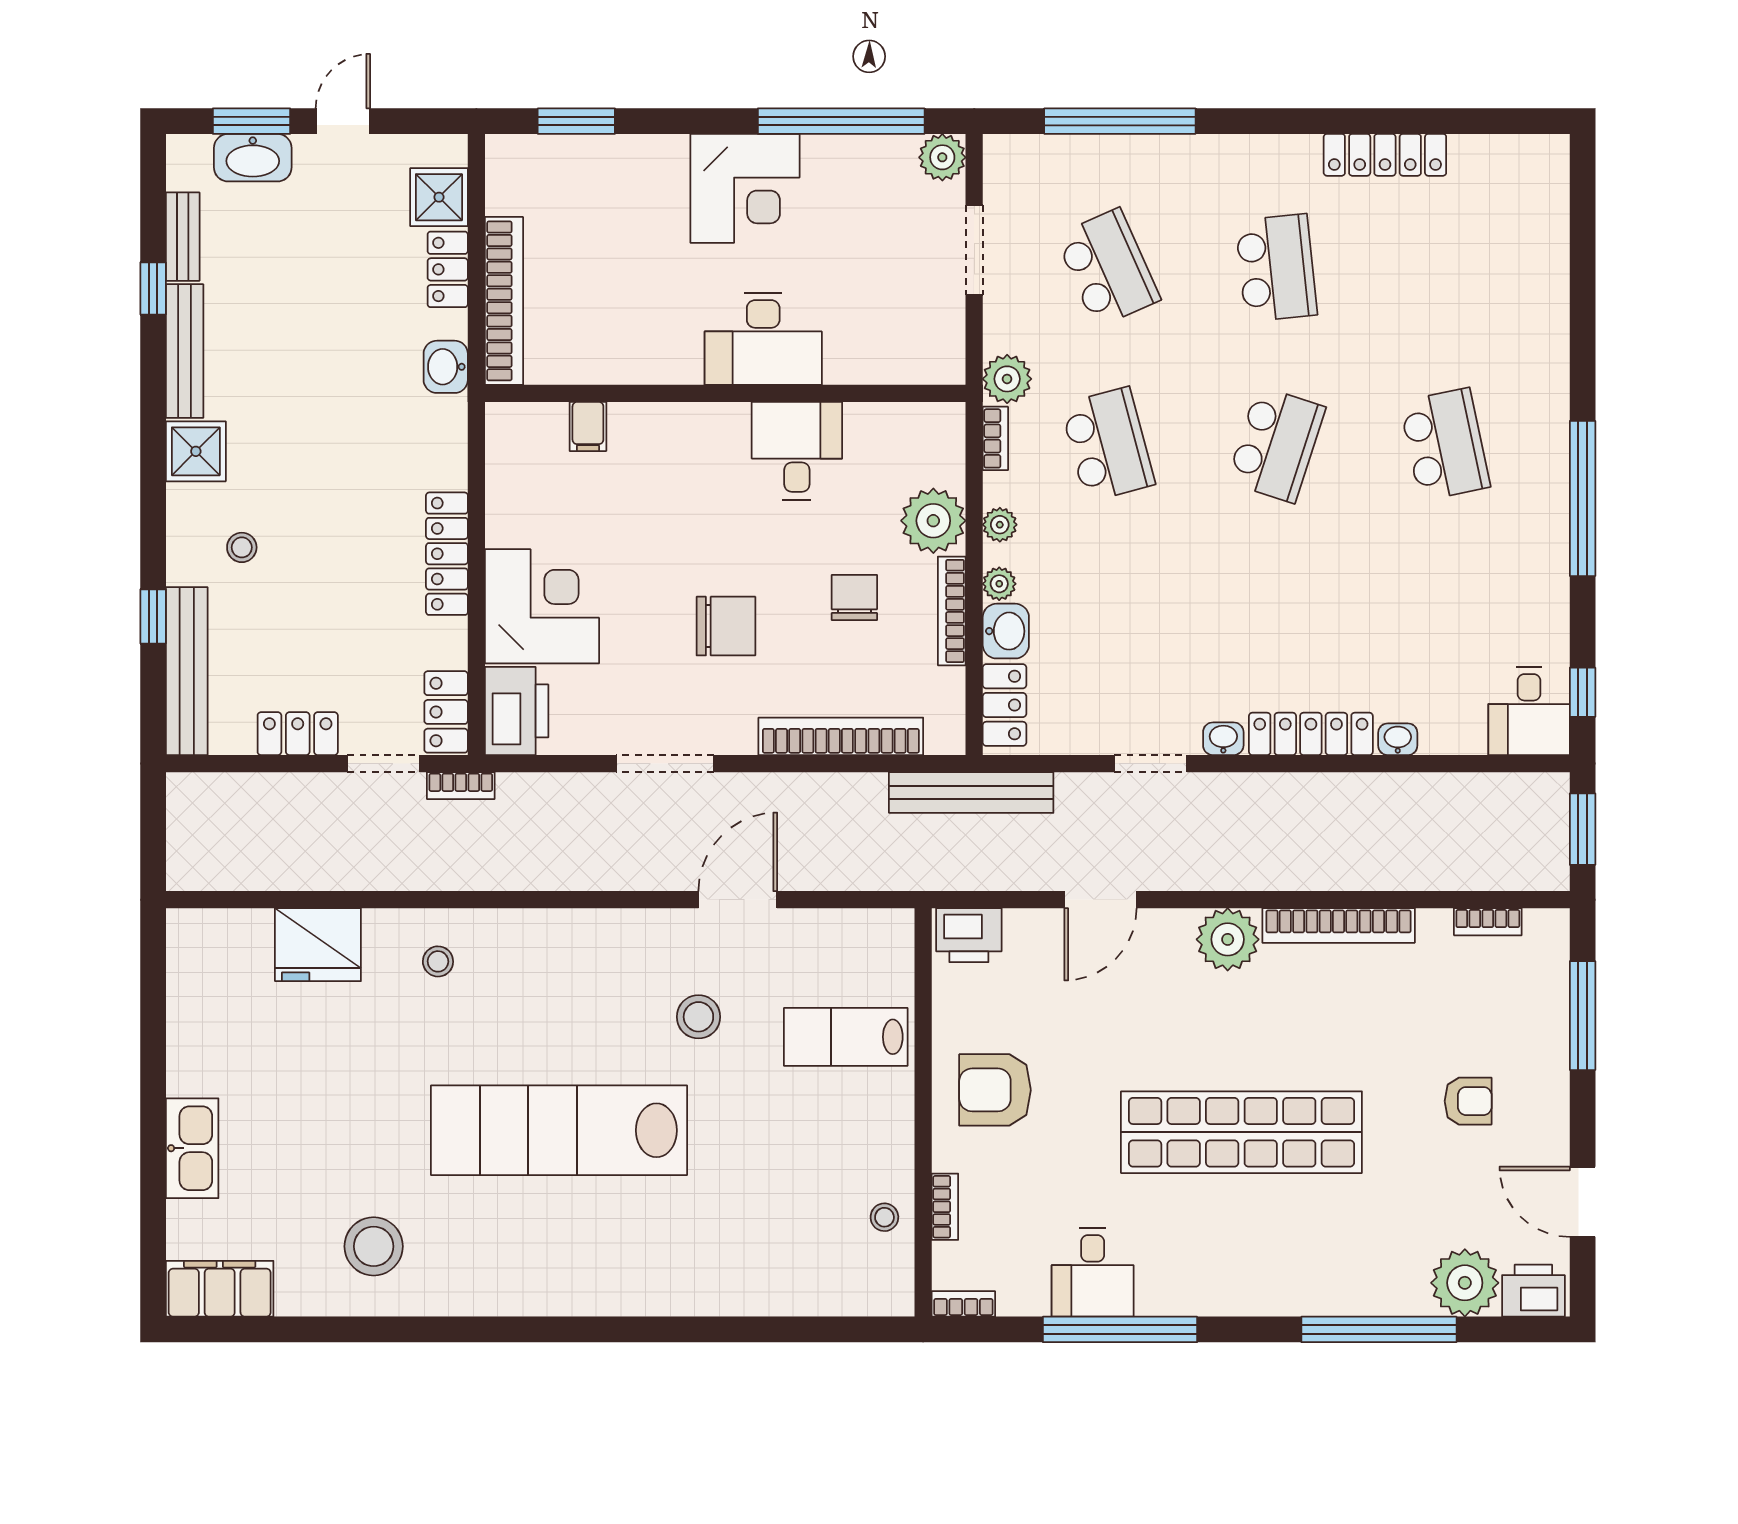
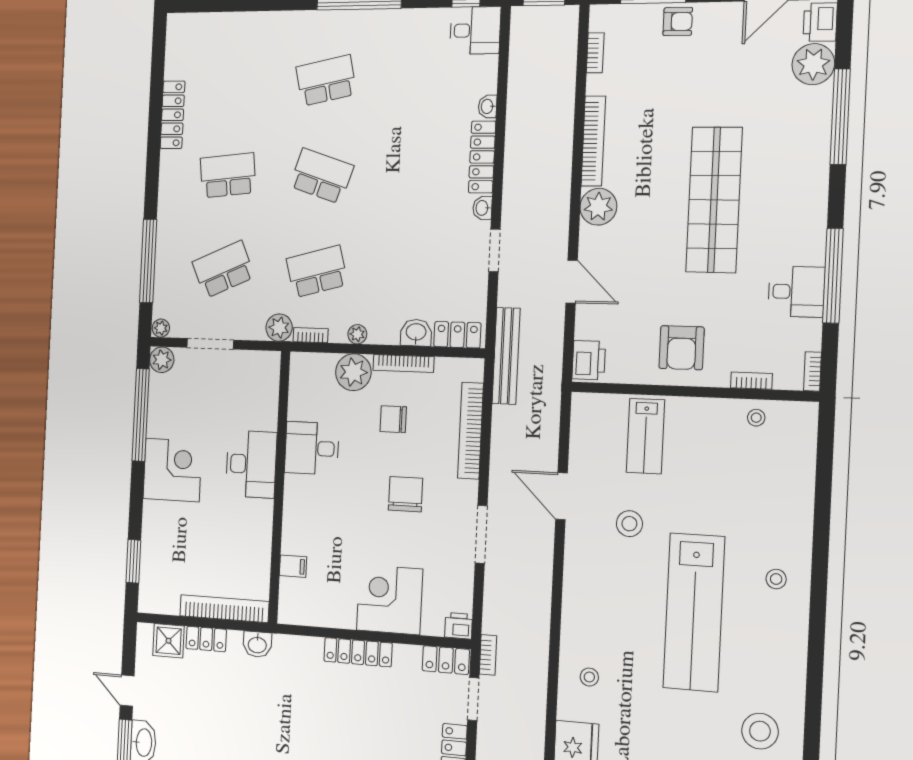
plant: (999, 584) -> (161, 328), moved
printer: (517, 711) -> (459, 626), width x0.53, depth x0.68
armchair: (1468, 1101) -> (678, 22), moved, turned 90
stool: (623, 1261) -> (776, 579), added

